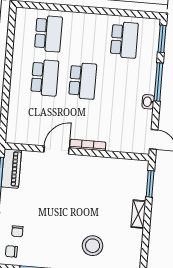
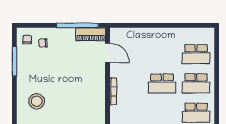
school desk: (45, 78) -> (196, 83), moved
door: (56, 150) -> (107, 53), moved

